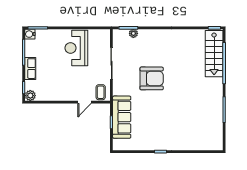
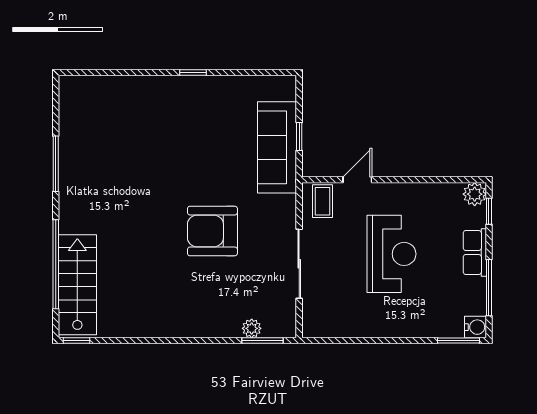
reception desk: (76, 48) -> (391, 254), moved

